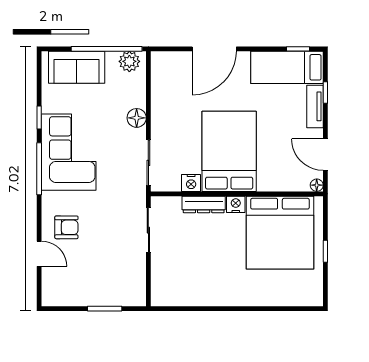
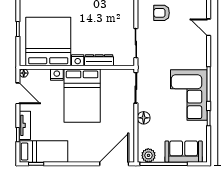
door: (214, 49) -> (114, 164), moved
nightstand: (191, 183) -> (57, 75), moved
armchair: (66, 227) -> (162, 13), moved

